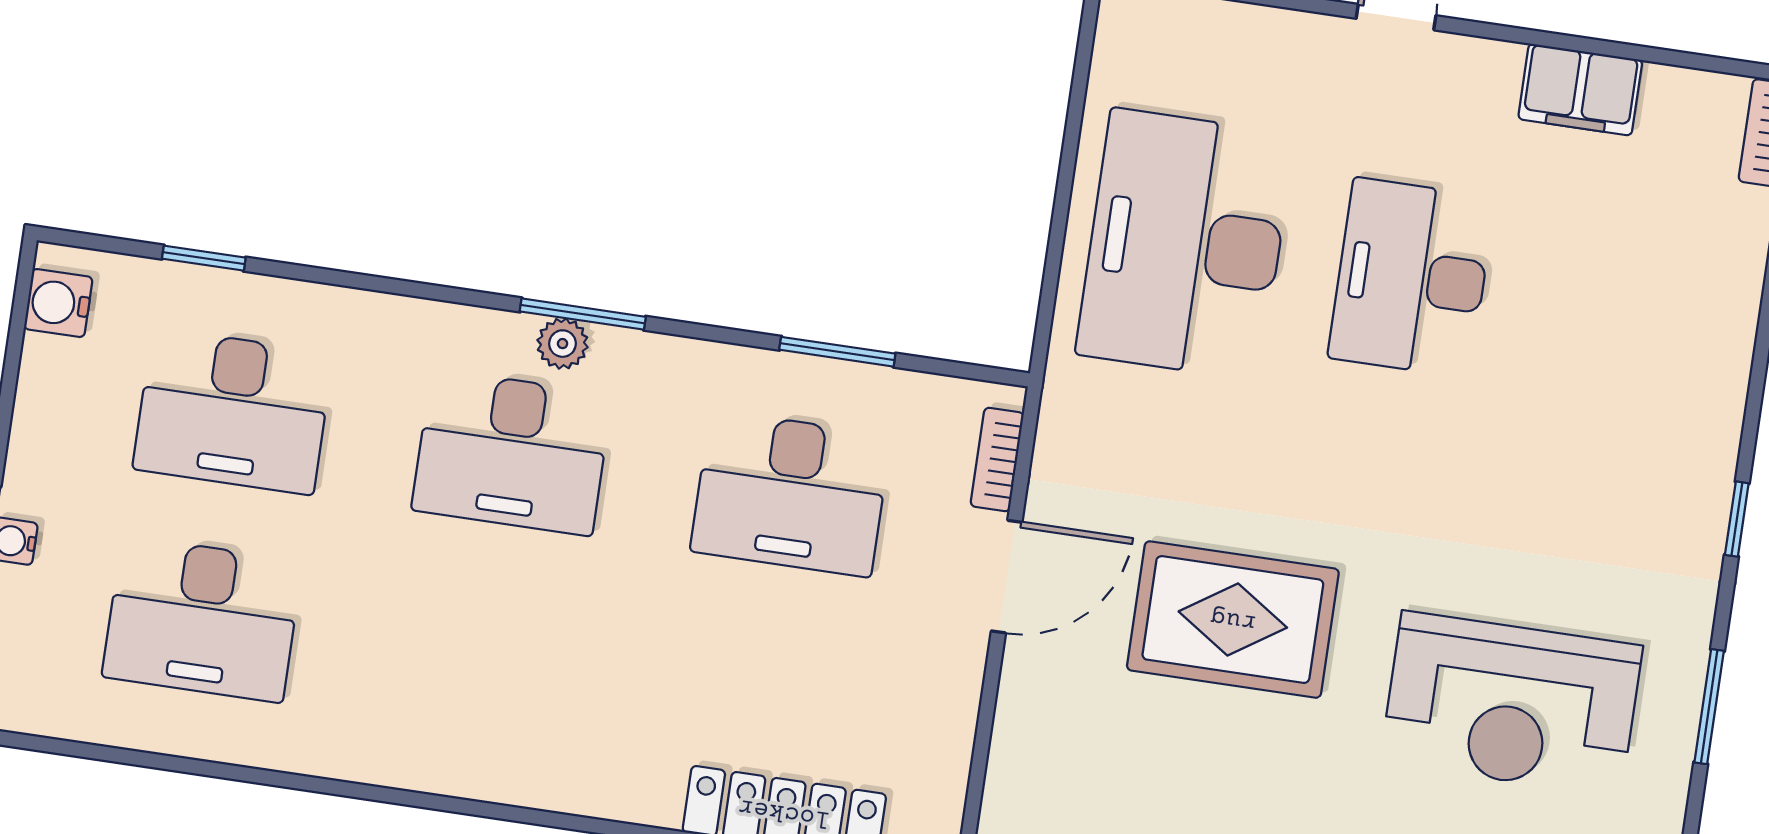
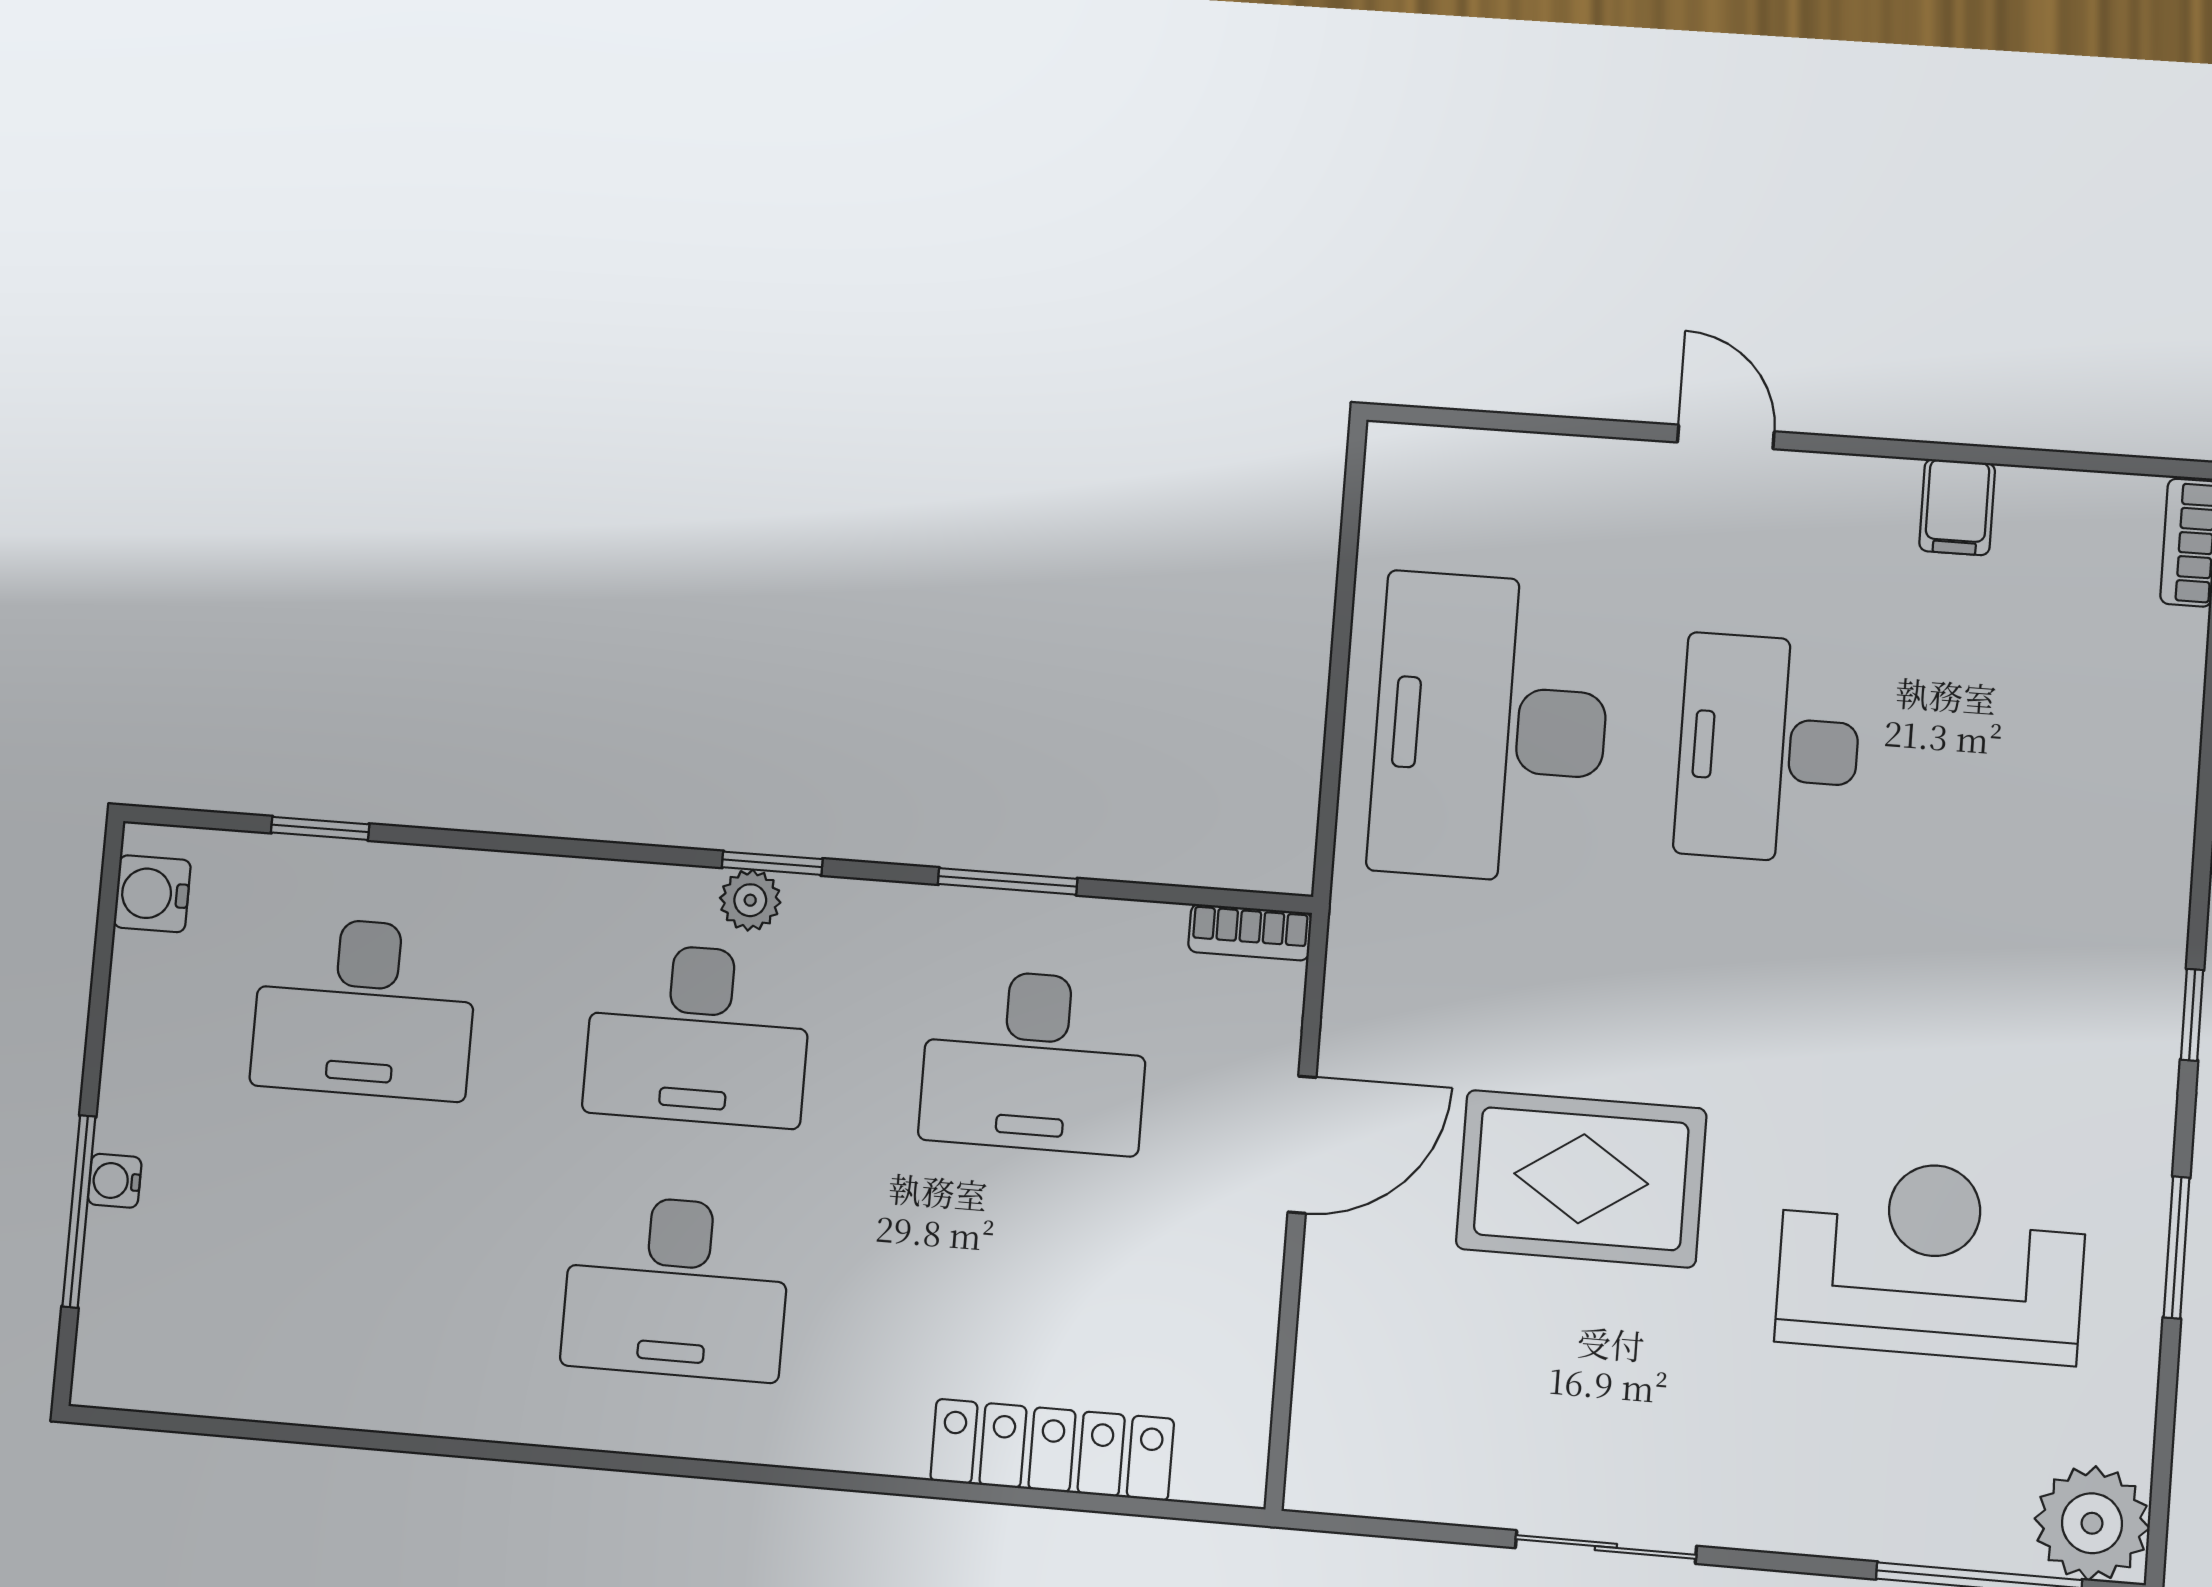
filing cabinet: (1580, 90) -> (1957, 507), width x0.50
window: (583, 314) -> (772, 863), width x0.67
window: (837, 352) -> (1008, 881), moved
bookcase: (997, 460) -> (1250, 932), moved, turned -90
desk: (202, 619) -> (676, 1287), moved
reception desk: (1511, 704) -> (1931, 1260), turned 180

